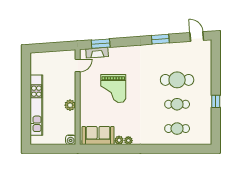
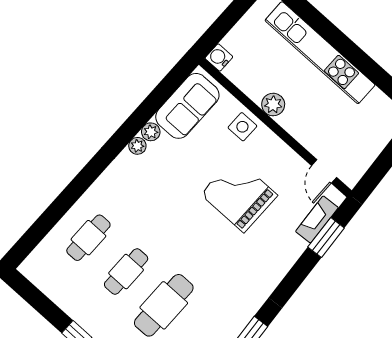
side table: (88, 109) -> (242, 127), added

